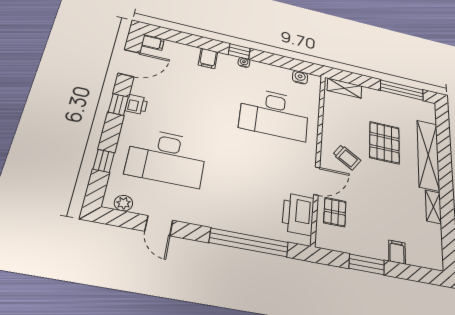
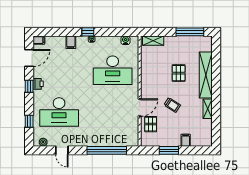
pallet: (384, 143) -> (179, 73), width x0.67, depth x0.71
trolley: (347, 157) -> (172, 105), moved
printer: (298, 214) -> (131, 129), removed

